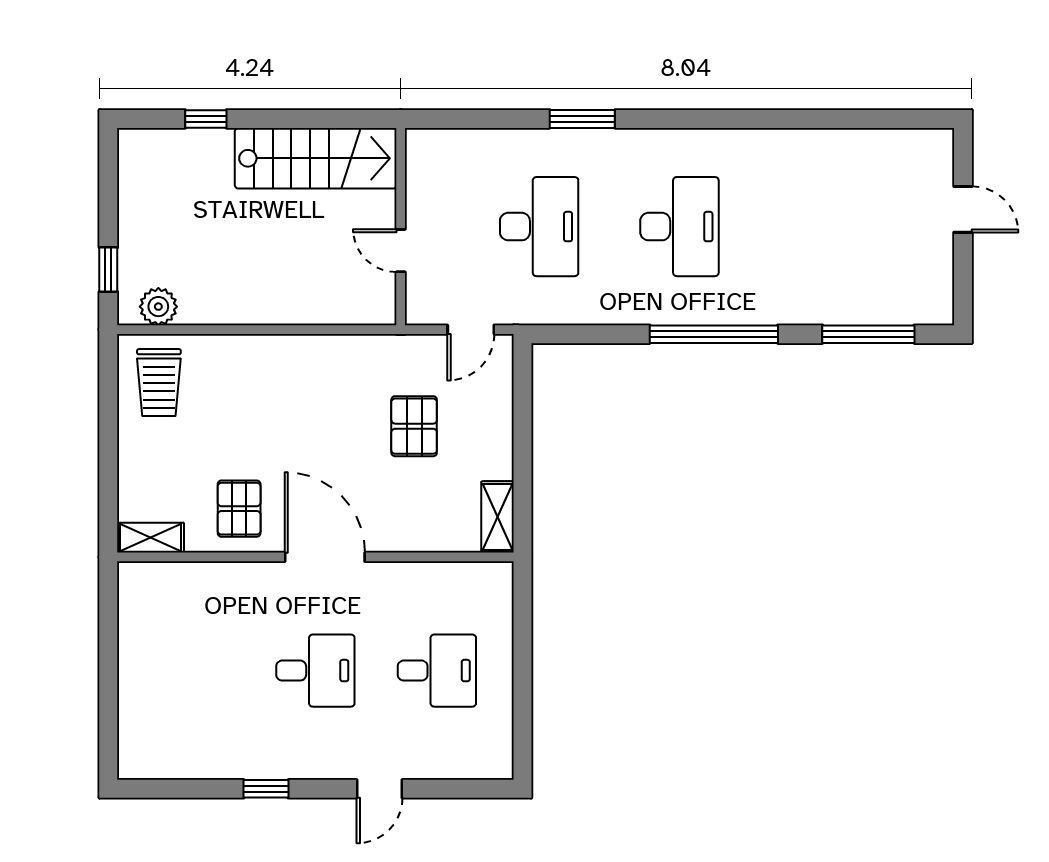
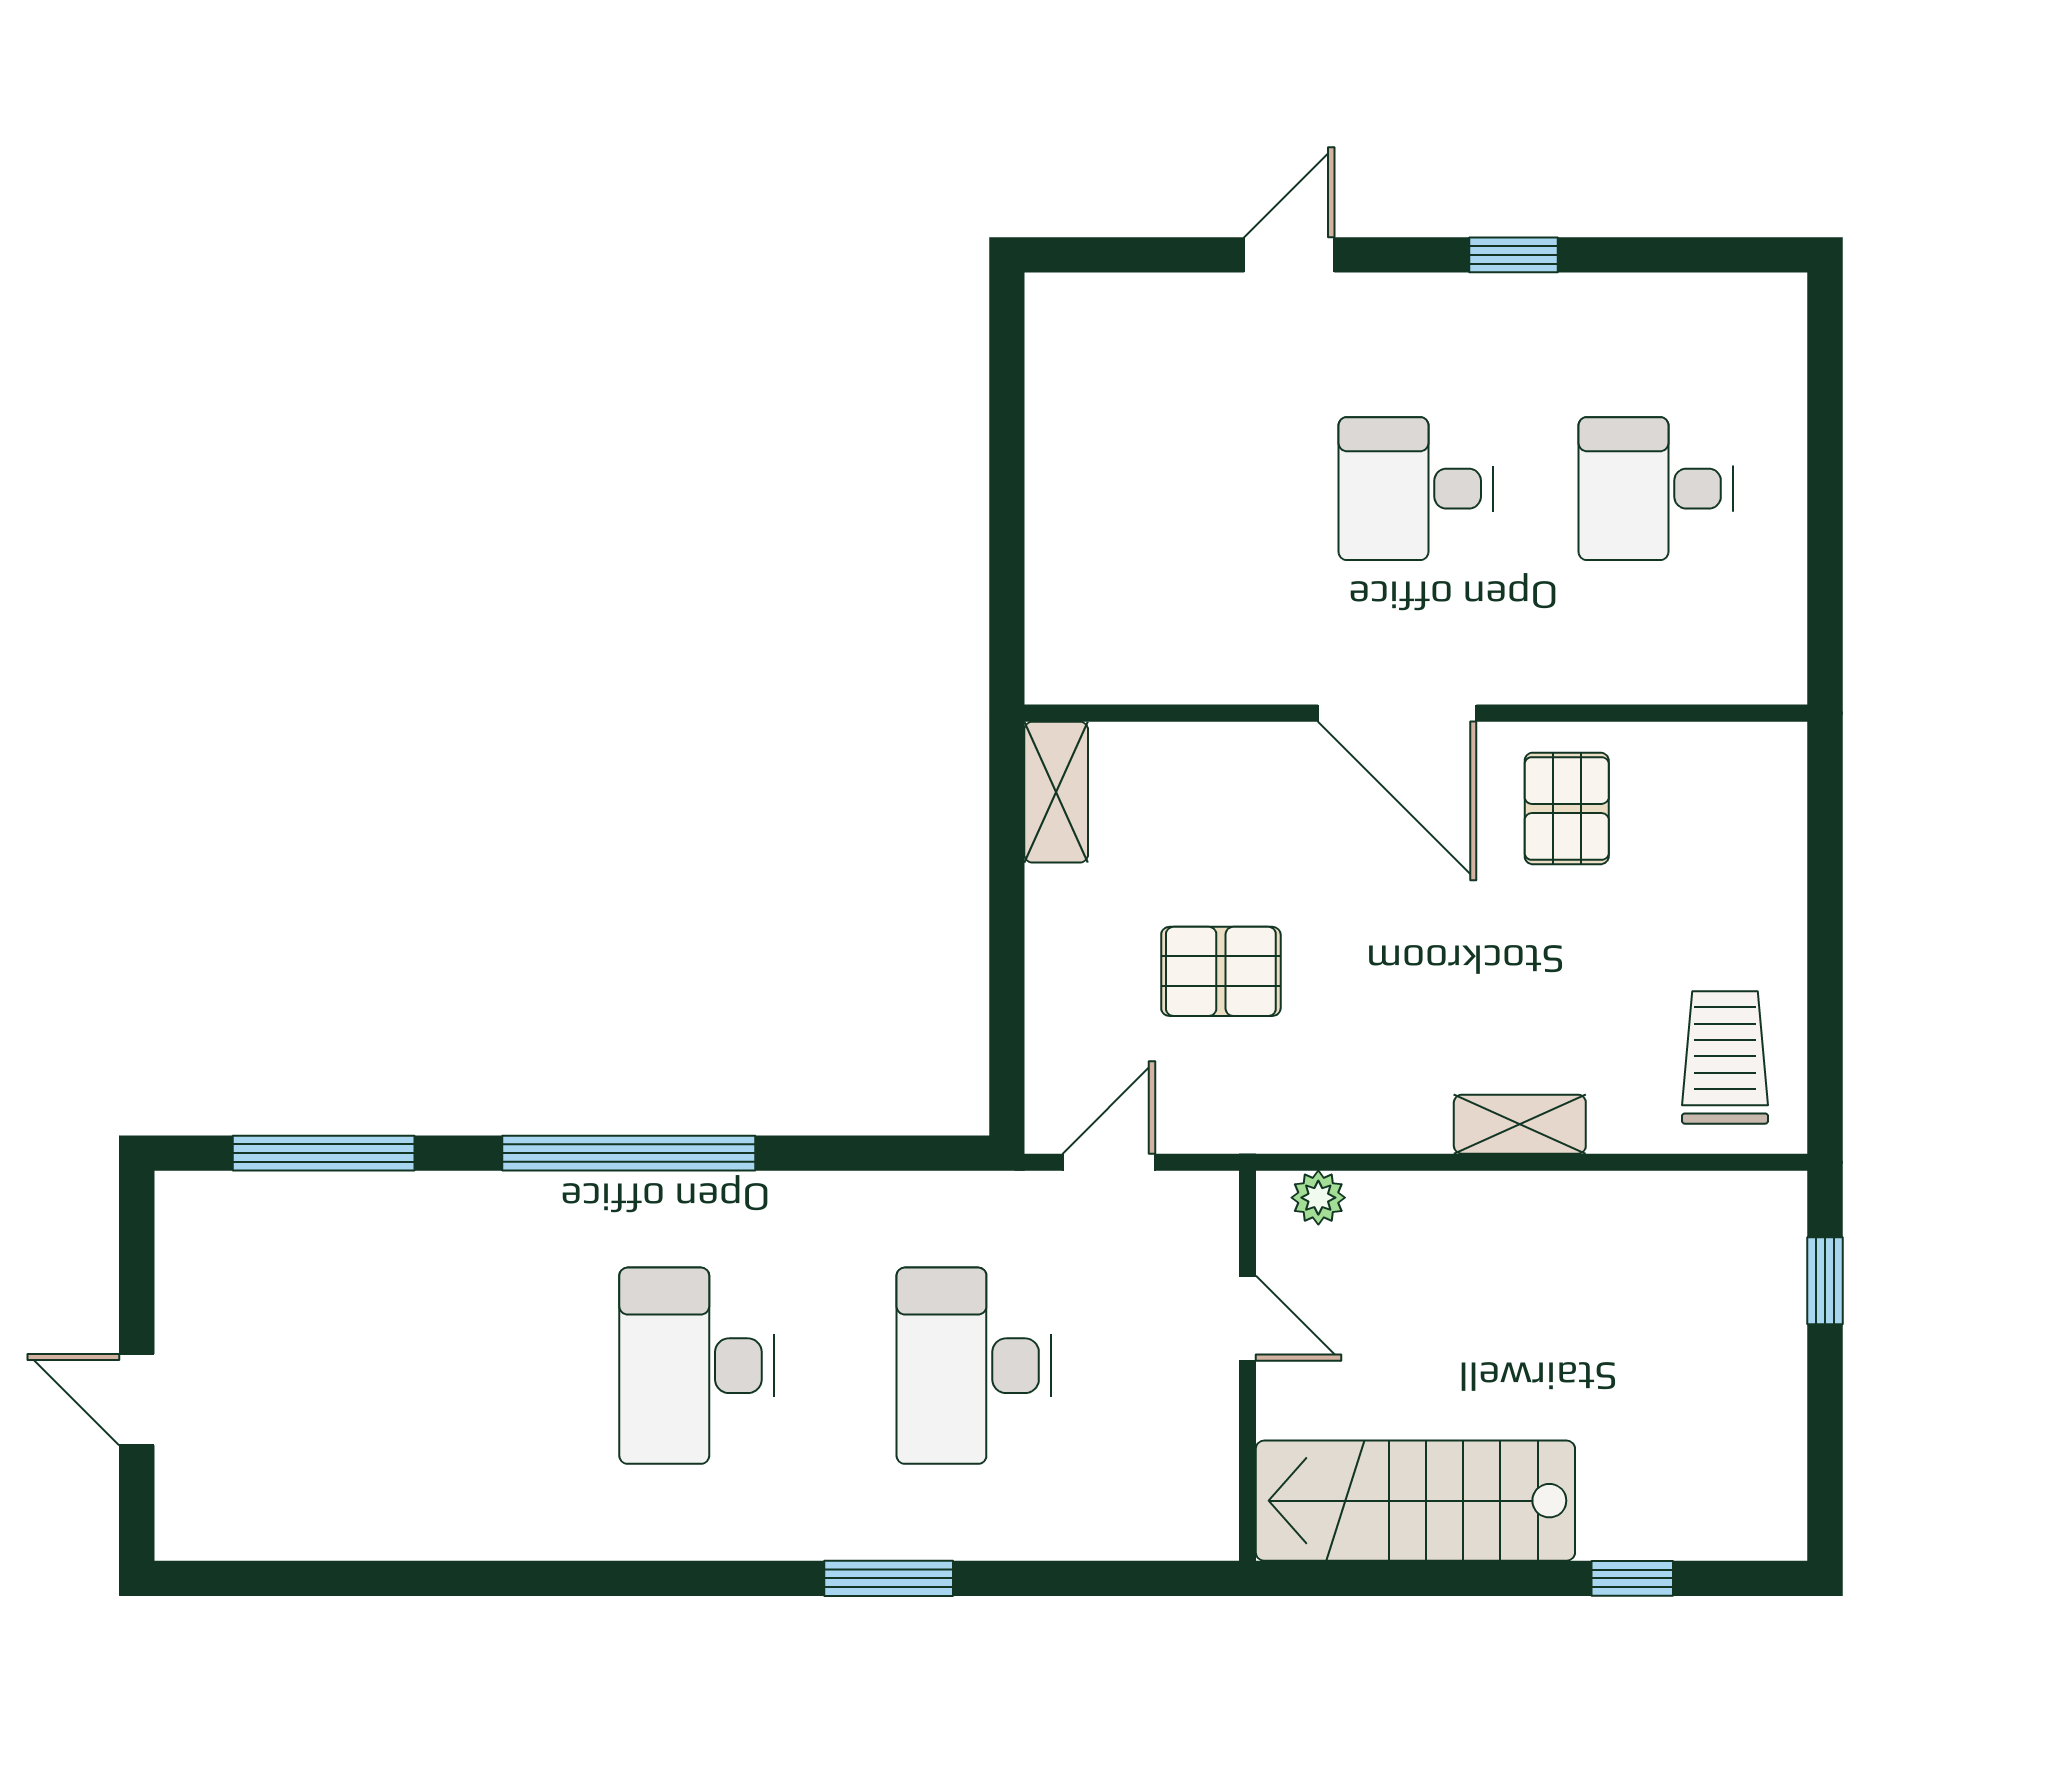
plant: (158, 307) -> (1318, 1198), moved, width x0.73, depth x0.73
pallet: (414, 426) -> (1221, 971), turned 90
shelving: (151, 538) -> (1520, 1124), moved
desk: (437, 671) -> (1656, 489), moved

